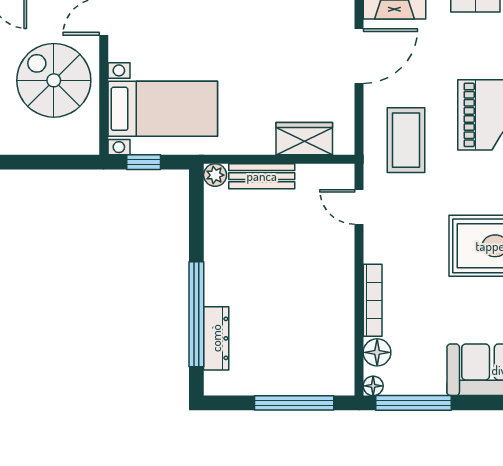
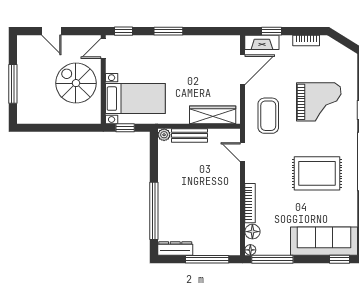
wardrobe: (304, 139) -> (213, 115), width x1.50
dresser: (216, 338) -> (175, 248), moved, turned -90

